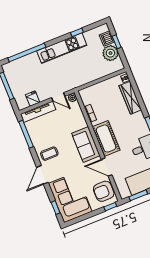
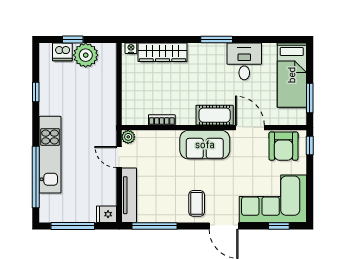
kitchen unit: (62, 48) -> (50, 155), moved
door: (58, 97) -> (119, 157), swing flipped
fridge: (33, 99) -> (106, 214), moved
cot: (106, 138) -> (215, 115), width x0.73, depth x0.75
door: (107, 167) -> (250, 128), swing flipped

